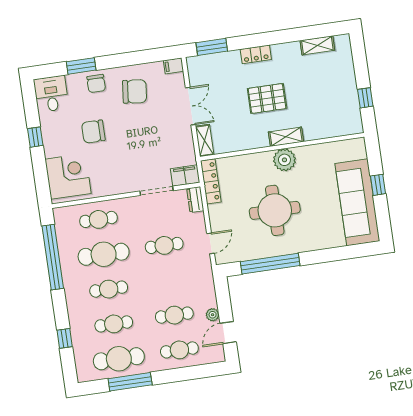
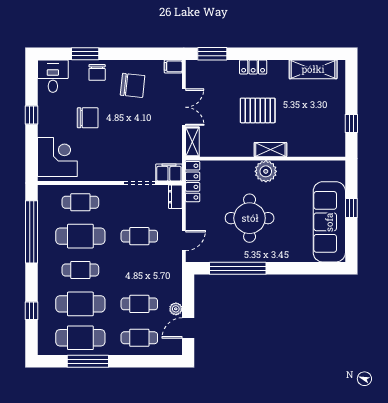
shelving: (317, 45) -> (313, 69), width x1.50, depth x1.33
chair: (93, 132) -> (88, 118), turned 180
cafe table: (114, 324) -> (80, 304), width x1.37, depth x1.35

